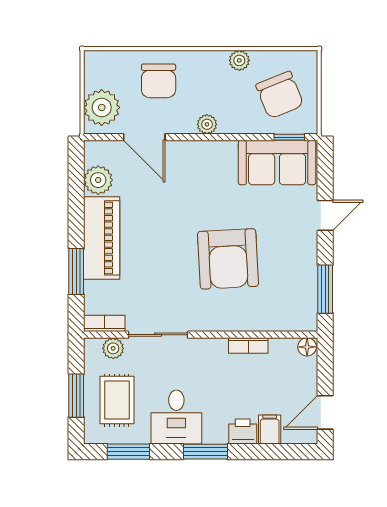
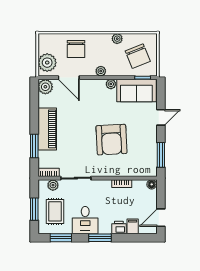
plant: (227, 150) -> (111, 84), added
plant: (98, 180) -> (45, 87), moved

